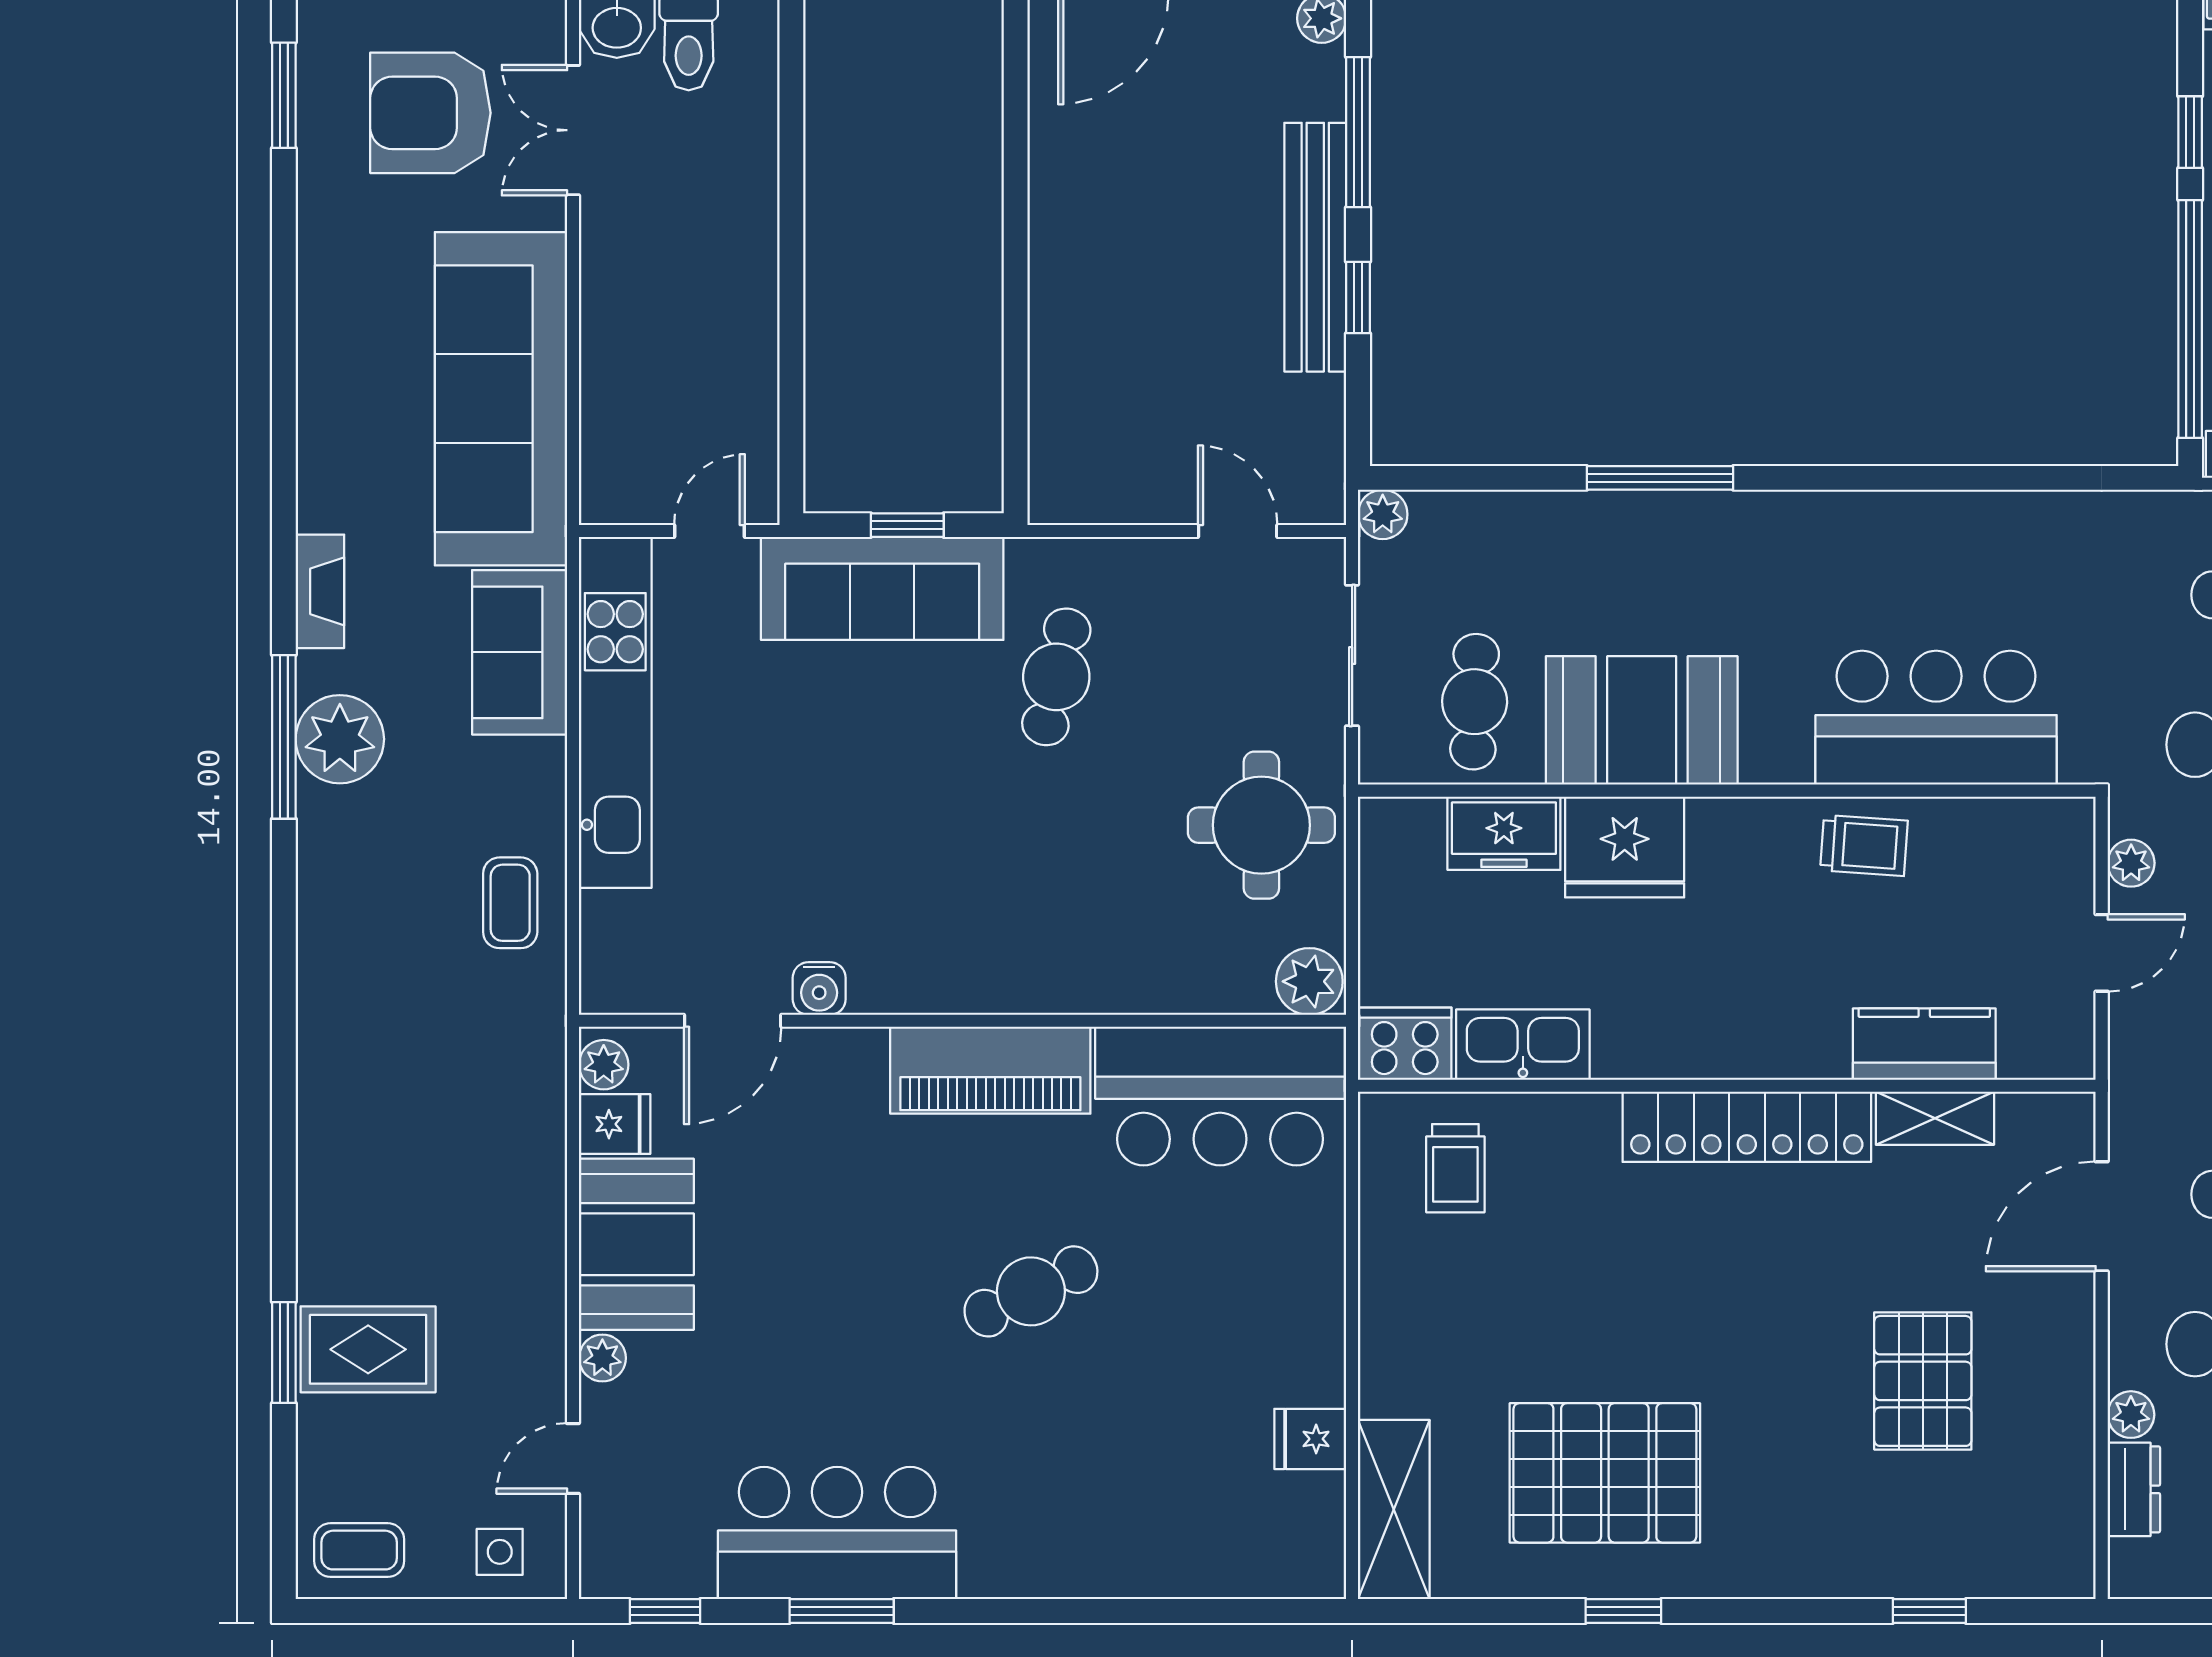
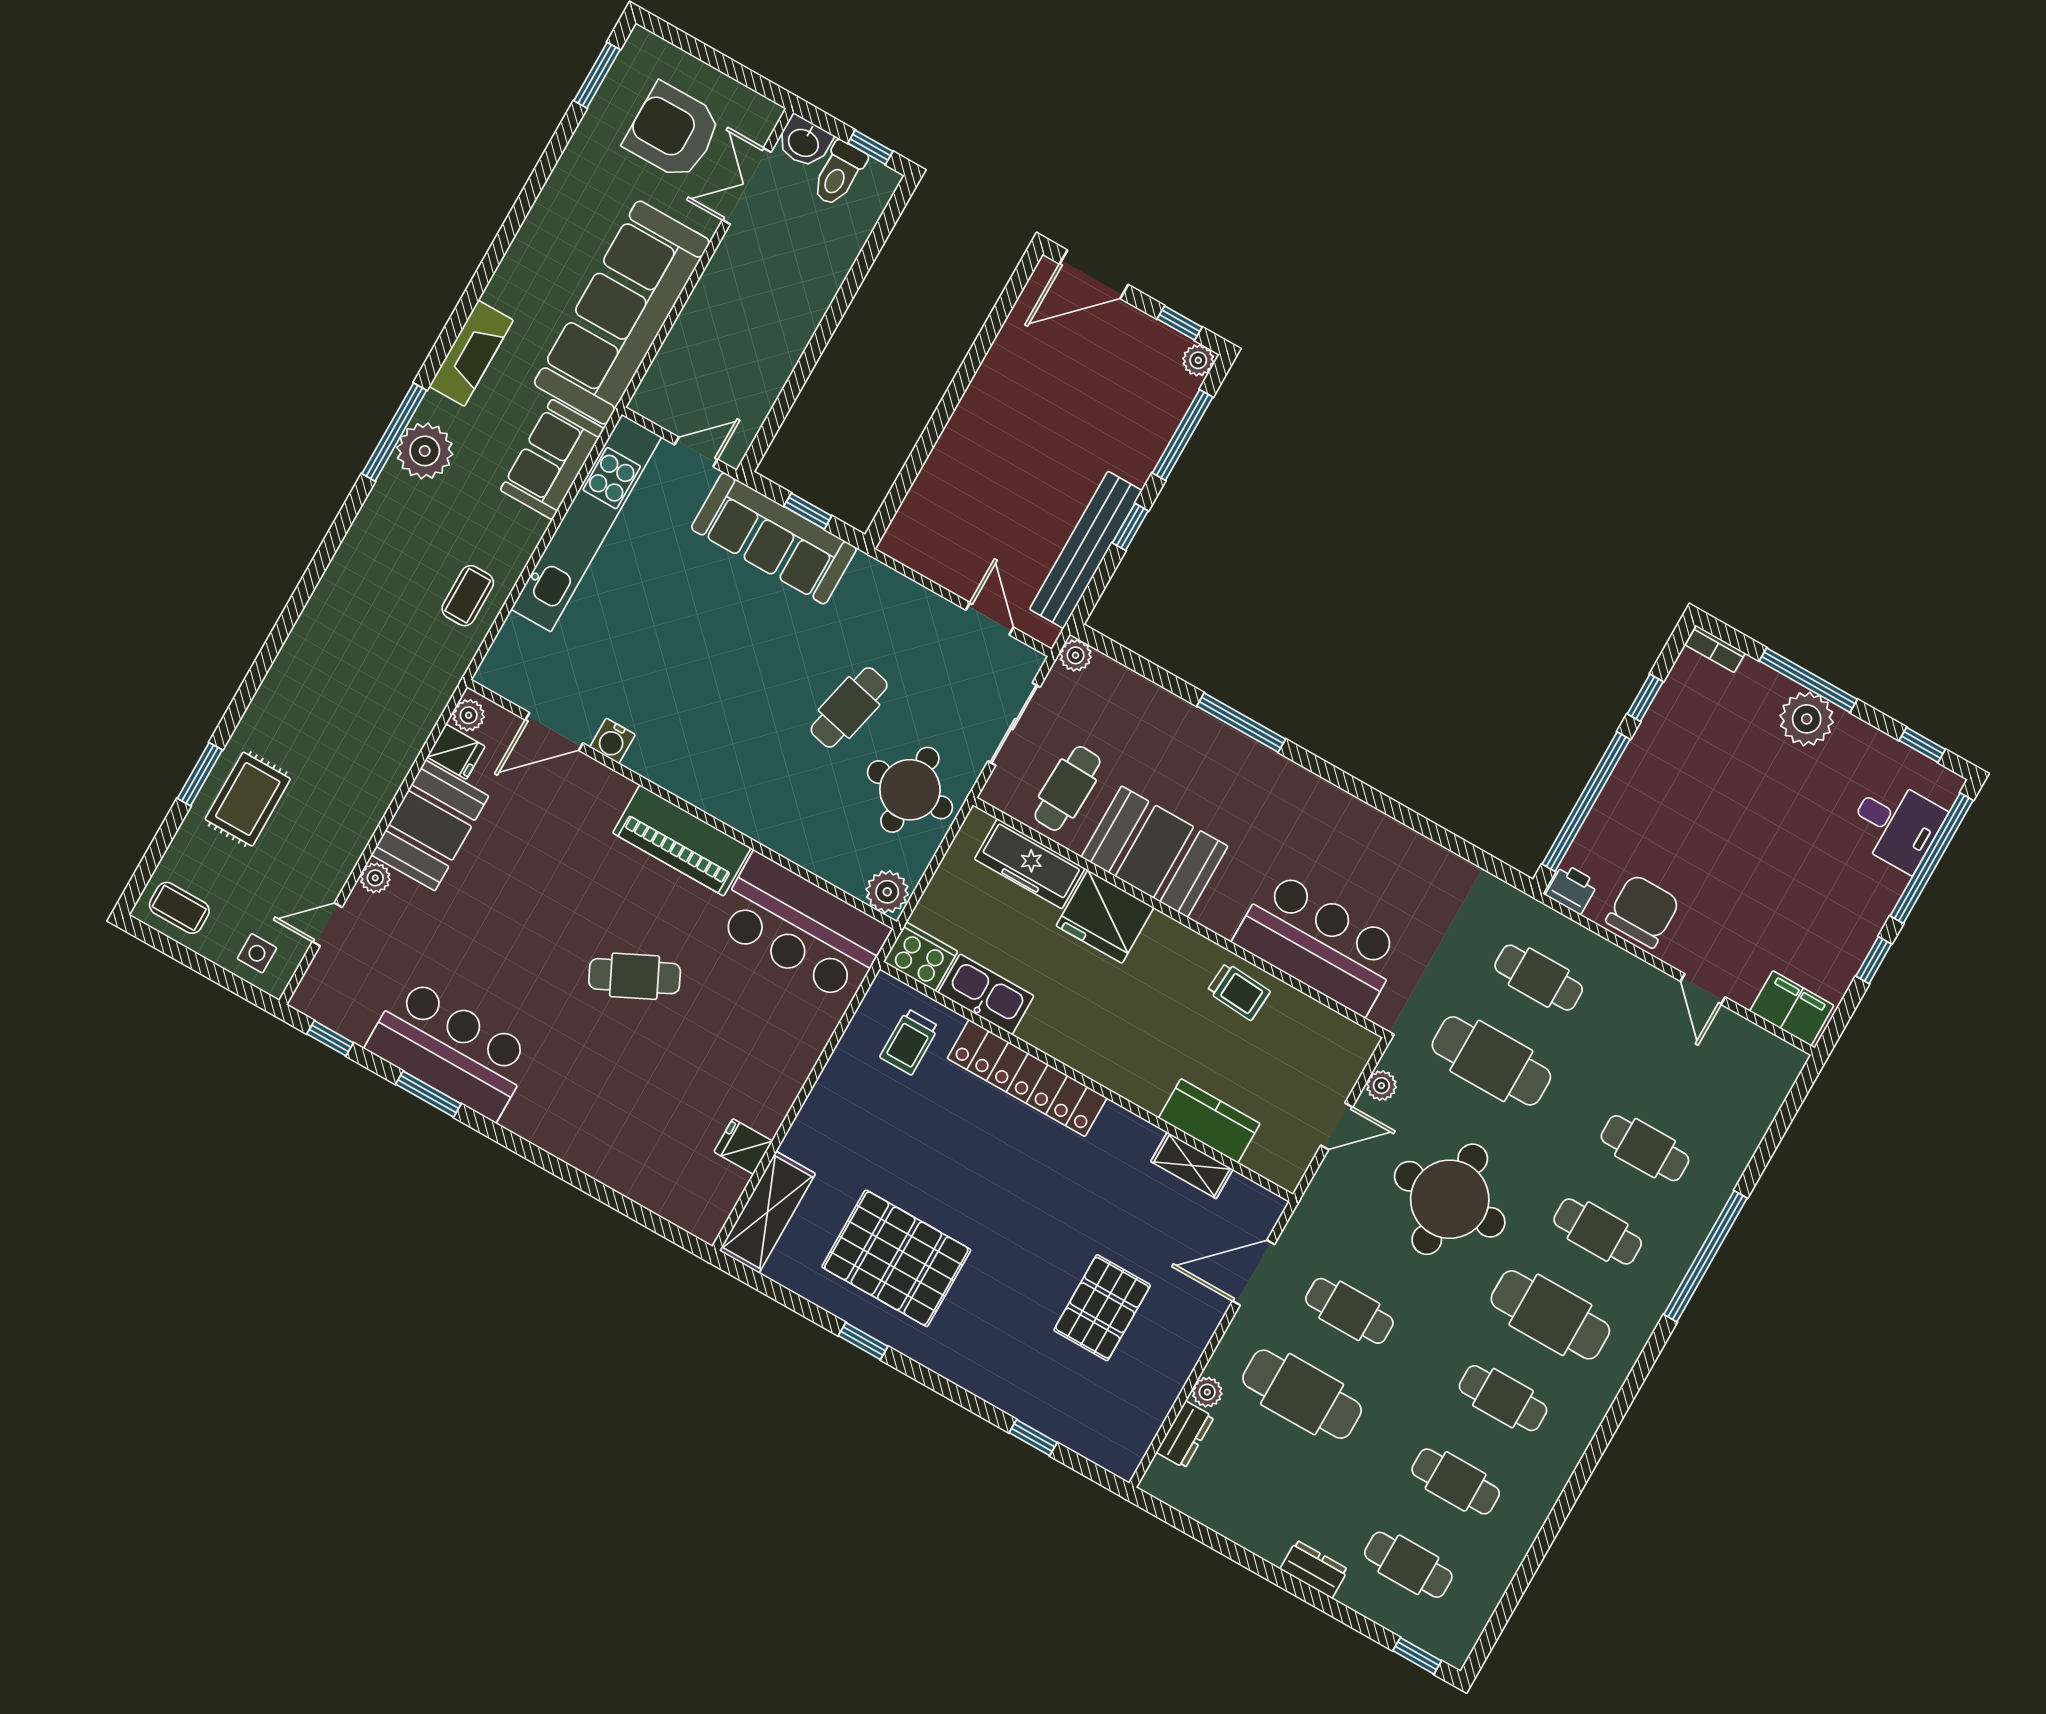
bench: (1315, 247) -> (1086, 550), moved
fireplace: (320, 591) -> (471, 353), width x1.37, depth x1.32
cafe table: (1056, 677) -> (849, 707), moved
freezer: (1504, 833) -> (1030, 864), width x1.40
locker: (1747, 1127) -> (1027, 1078), moved
rug: (368, 1349) -> (248, 799), turned 90

